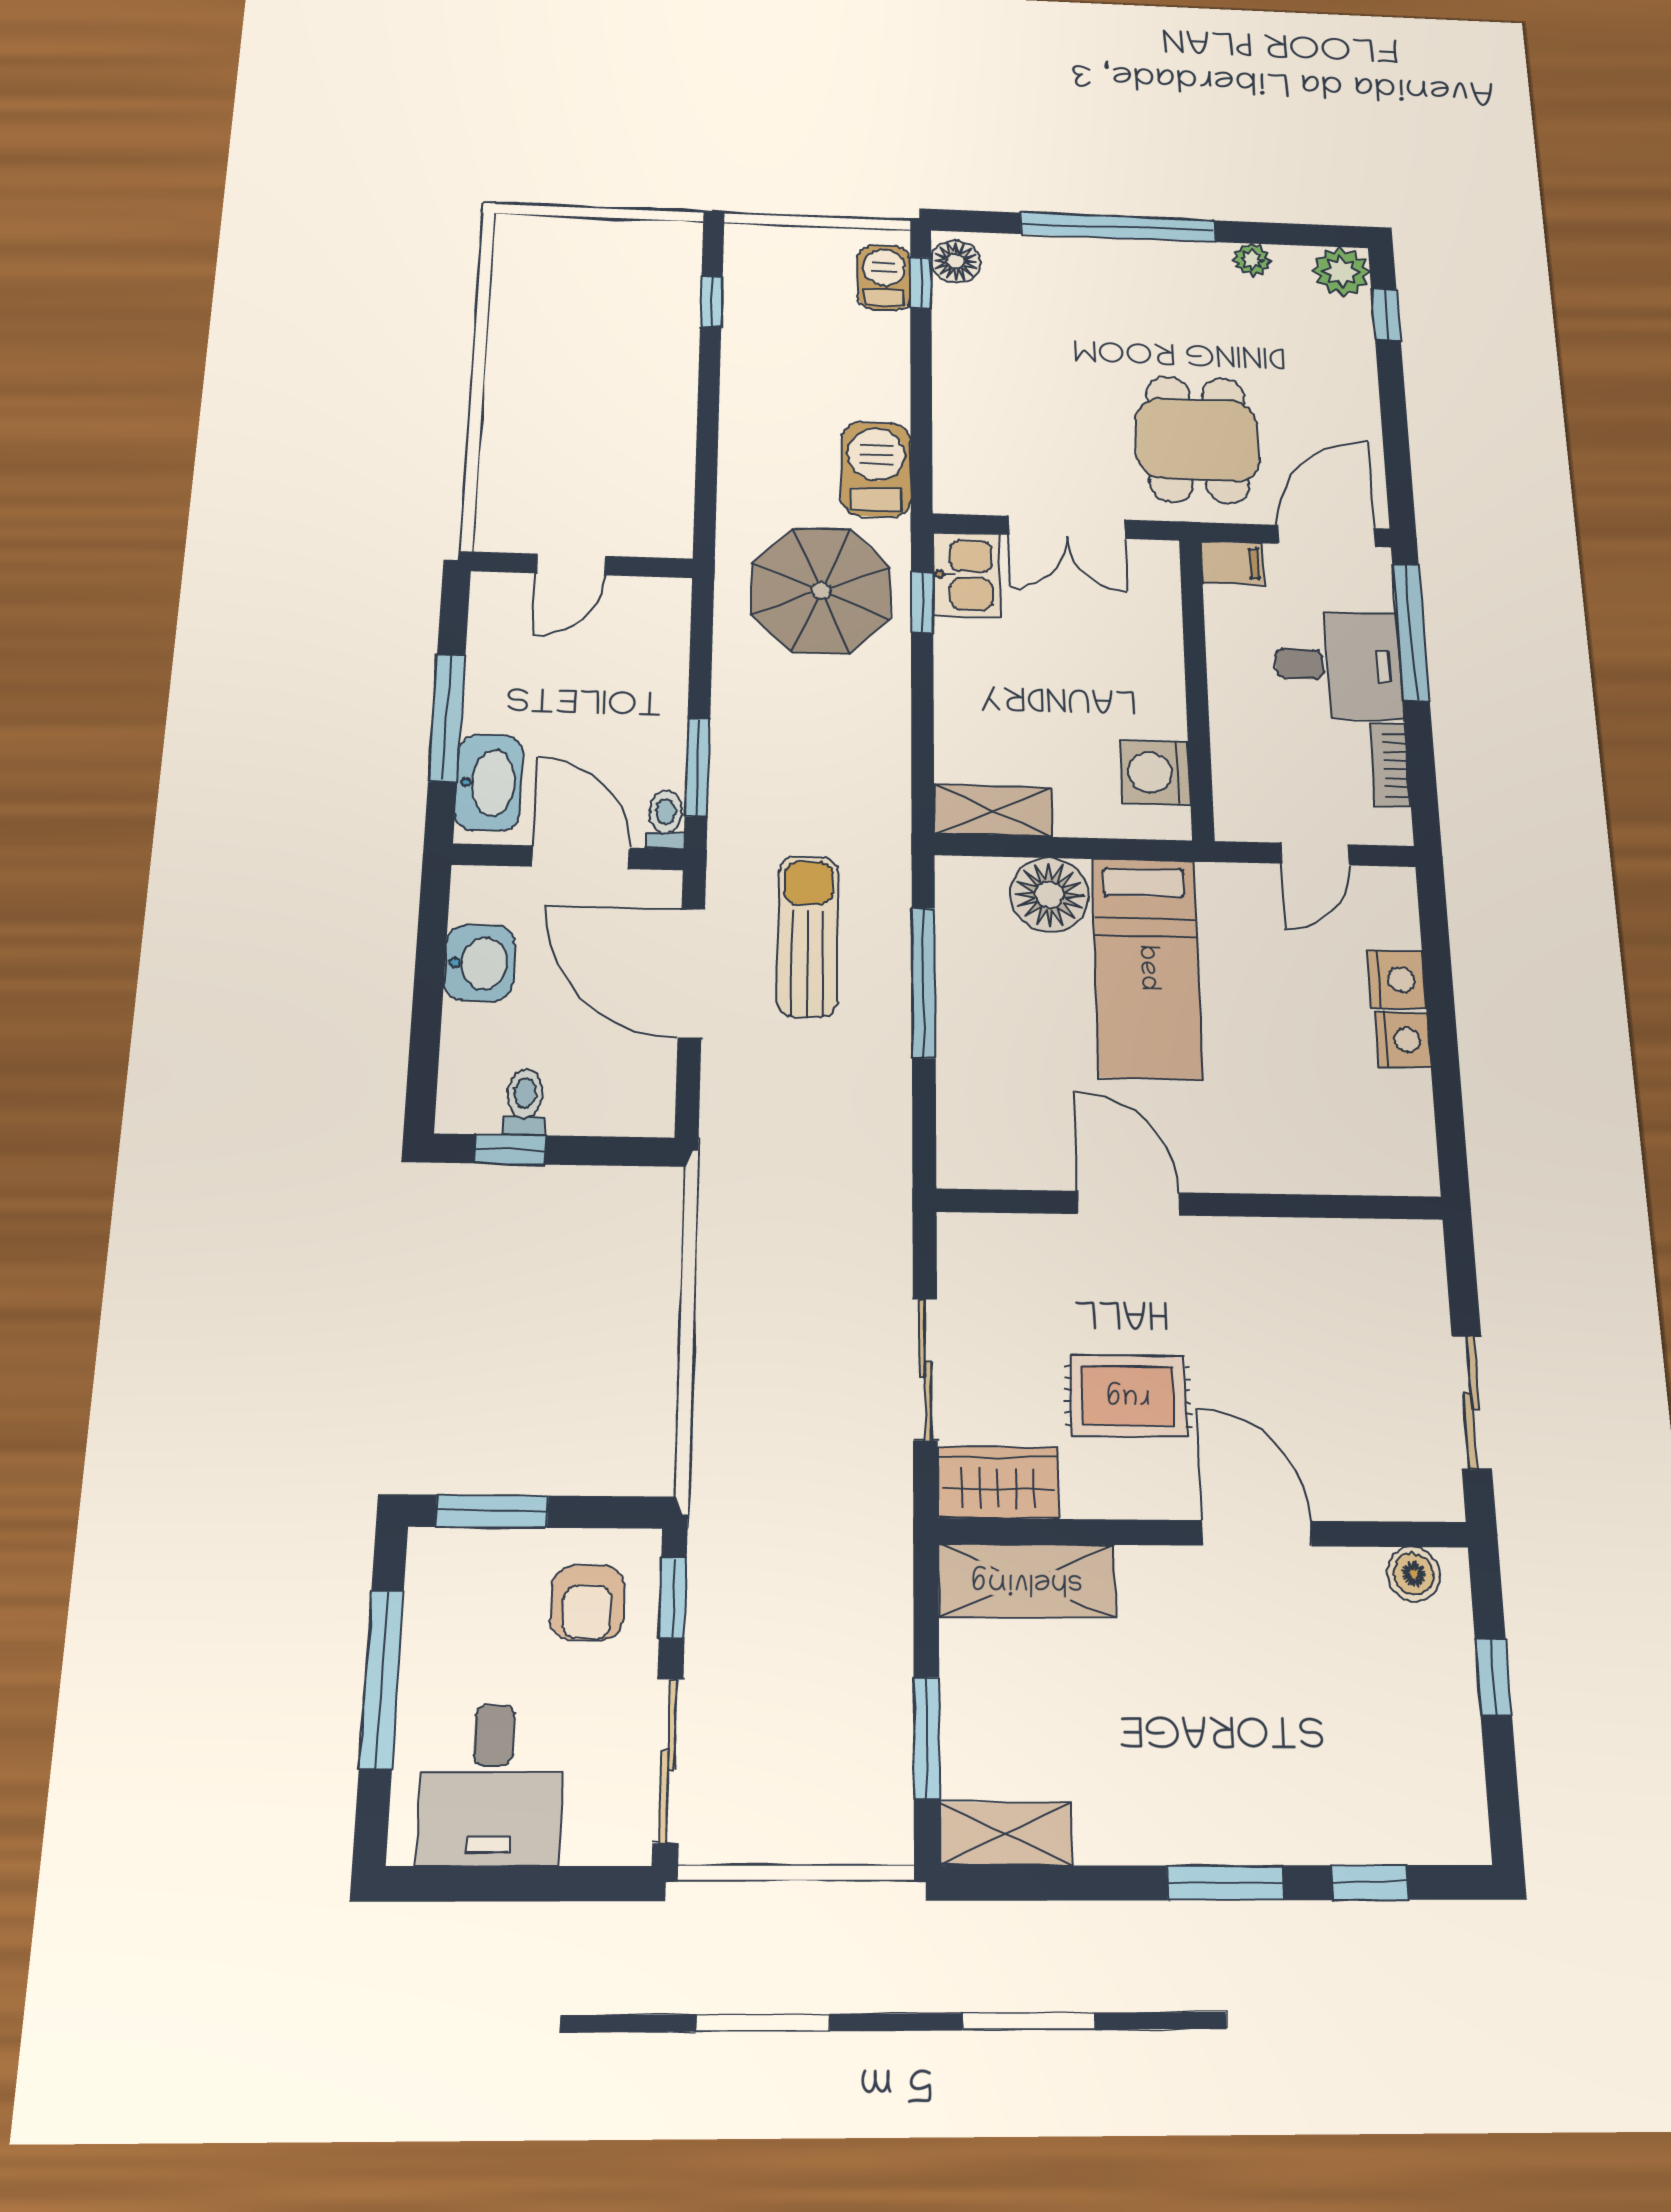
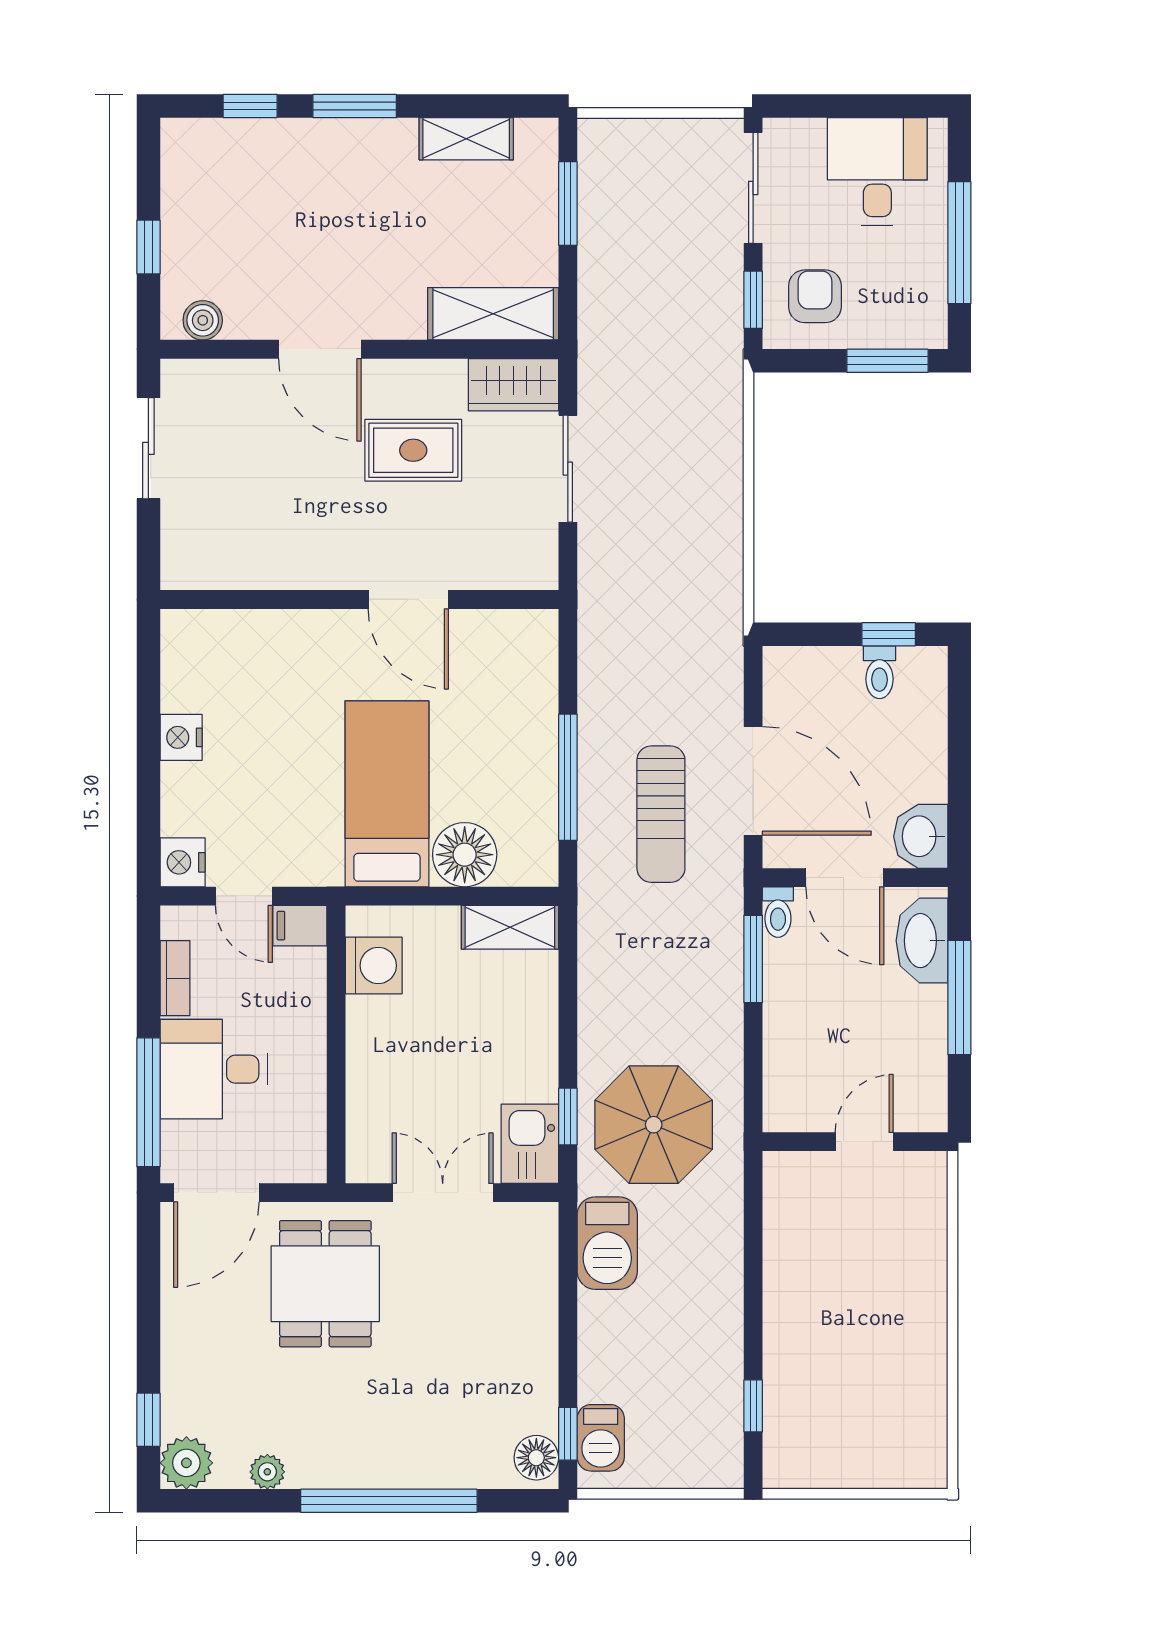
filing cabinet: (1232, 563) -> (300, 926), moved
door: (1315, 854) -> (244, 896), swing flipped
washbasin: (480, 963) -> (921, 836), moved
nightstand: (1397, 979) -> (183, 862), moved
shelving: (1006, 1834) -> (466, 139), moved

